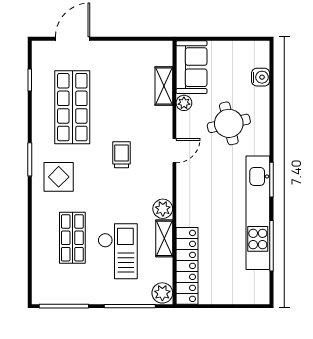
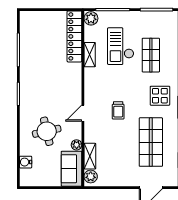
plant: (163, 209) -> (91, 176), moved
kitchen unit: (258, 213) -> (27, 72), removed

